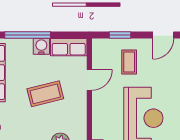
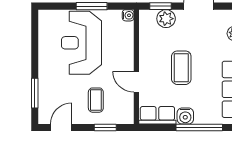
door: (89, 80) -> (136, 82), hinge flipped
coffee table: (45, 94) -> (181, 68), turned -76

